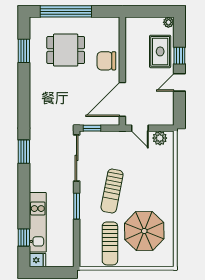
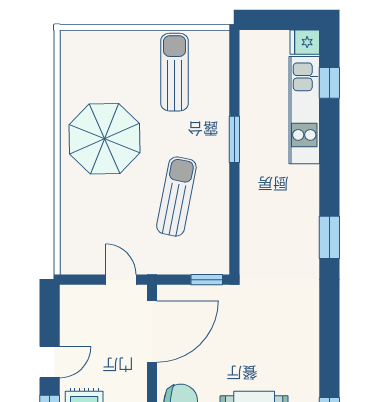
plant: (160, 138) -> (85, 262), removed
sliding door: (77, 158) -> (234, 226), removed
sun lounger: (112, 191) -> (176, 197), moved
parasol: (144, 231) -> (105, 139), moved

